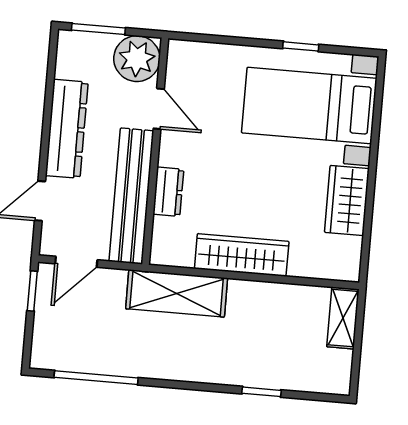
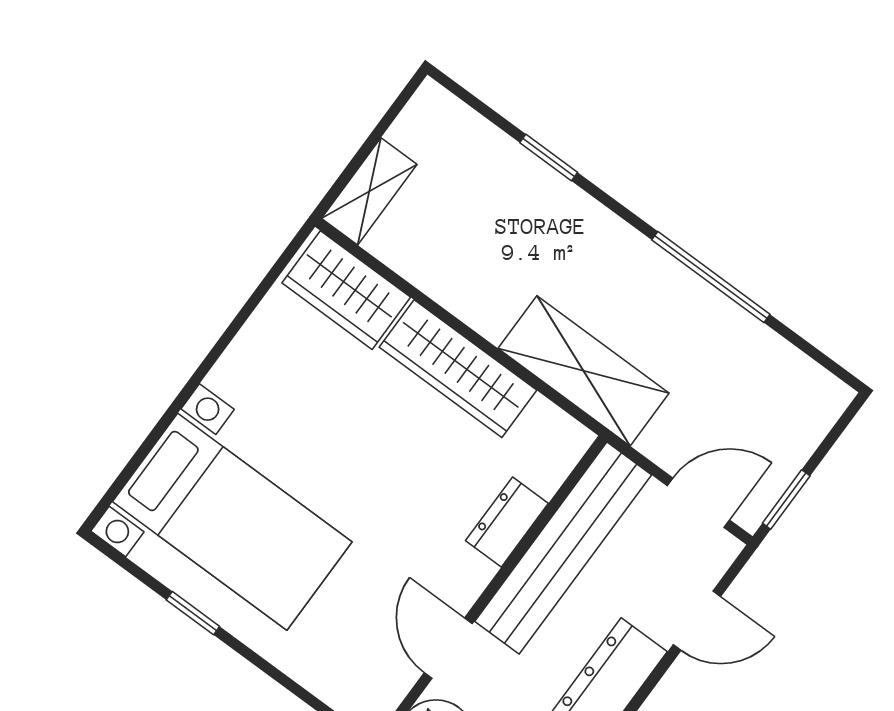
wardrobe: (347, 200) -> (346, 290), moved, turned 90
window: (96, 378) -> (711, 277), moved

